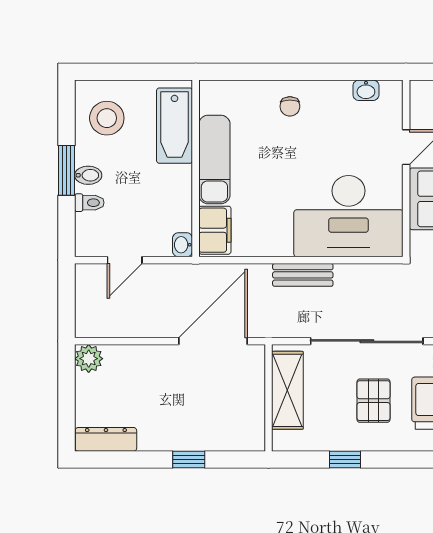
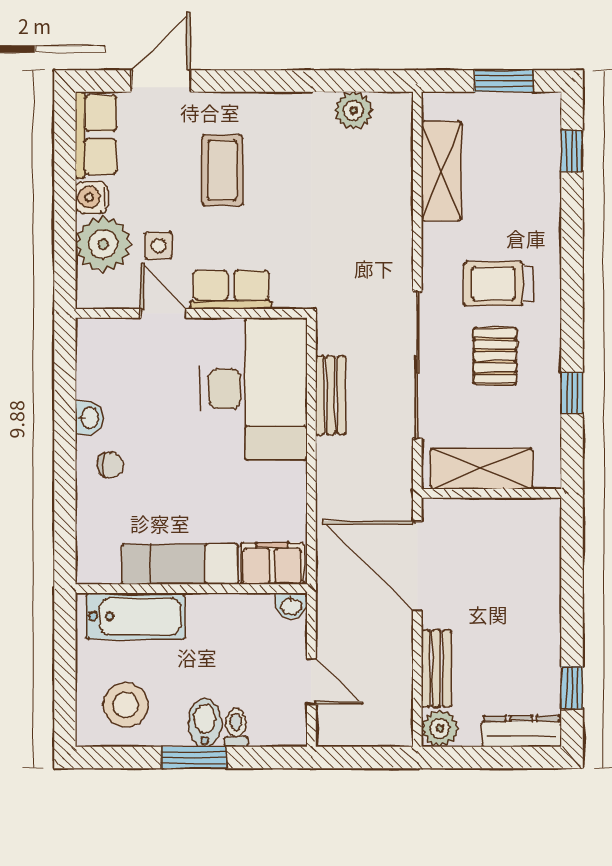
washbasin: (366, 90) -> (89, 418), moved
bidet: (88, 175) -> (205, 723), width x1.38, depth x1.36
bench: (303, 275) -> (331, 395), moved
bench: (135, 356) -> (436, 668), added
pallet: (374, 401) -> (495, 356), turned 90
dresser: (106, 439) -> (521, 731), moved, turned 90
window: (189, 459) -> (572, 688), moved

